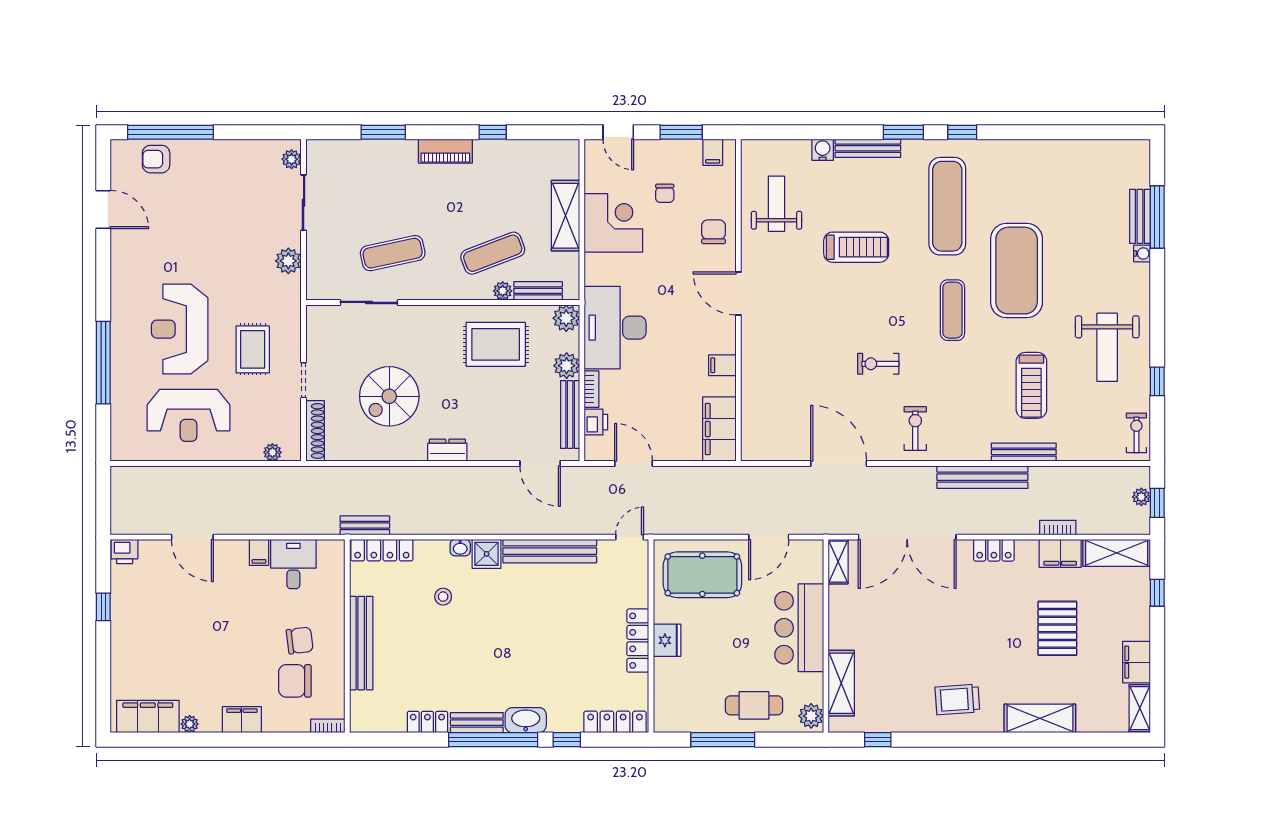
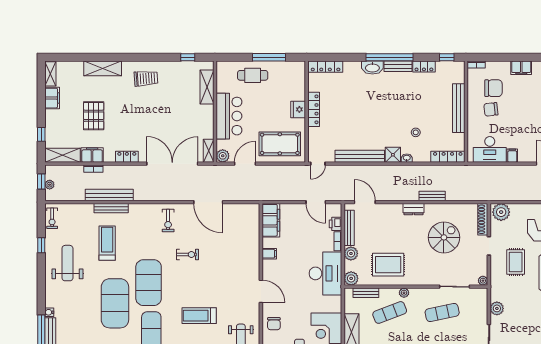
plant: (503, 291) -> (404, 293), moved
exercise mat: (952, 310) -> (149, 283), width x2.00, depth x1.45
plant: (315, 314) -> (483, 281), added
plant: (272, 452) -> (501, 212), width x1.87, depth x1.87
bench: (982, 477) -> (109, 195), moved
bench: (365, 525) -> (432, 196), moved
desk: (293, 564) -> (490, 149), width x1.37
plant: (811, 716) -> (223, 156), moved
window: (567, 740) -> (447, 57), moved

